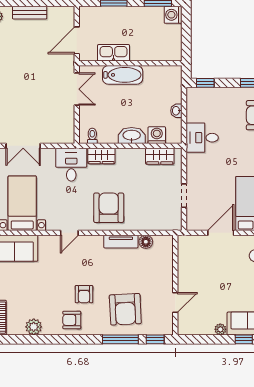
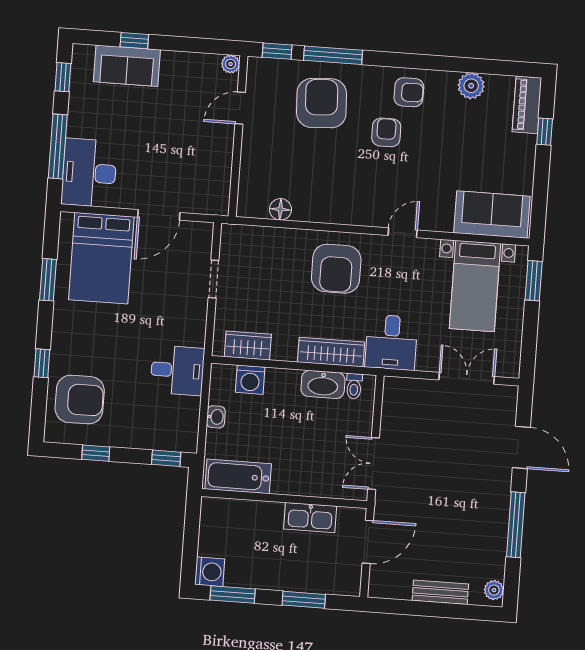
bathtub: (123, 75) -> (238, 476), moved
washbasin: (132, 136) -> (323, 384), moved
wardrobe: (101, 156) -> (331, 352), width x1.50
tv unit: (121, 242) -> (321, 213), removed
plant: (220, 329) -> (231, 64), moved

